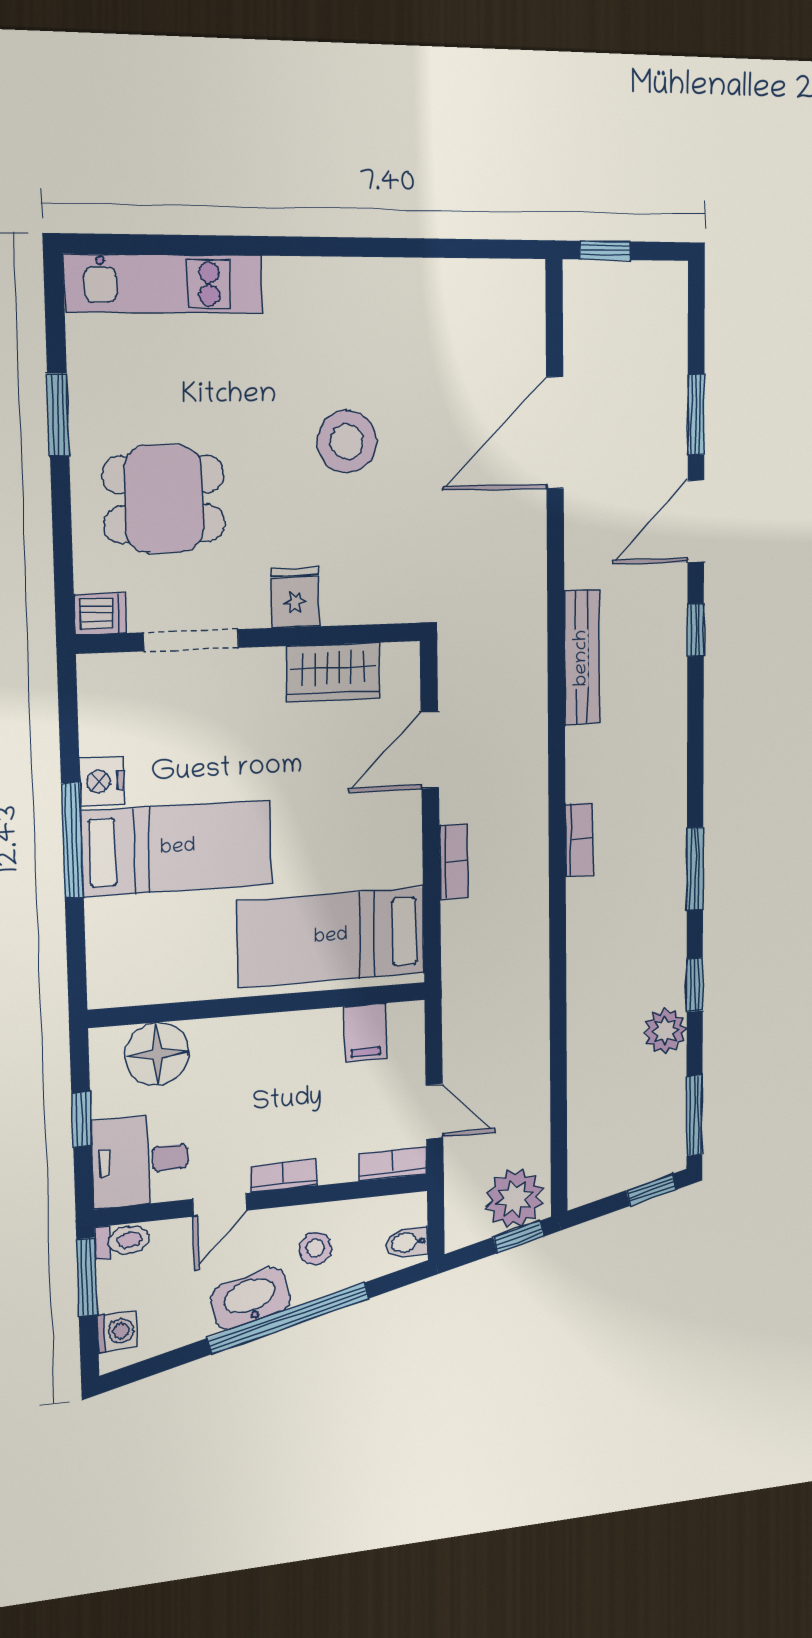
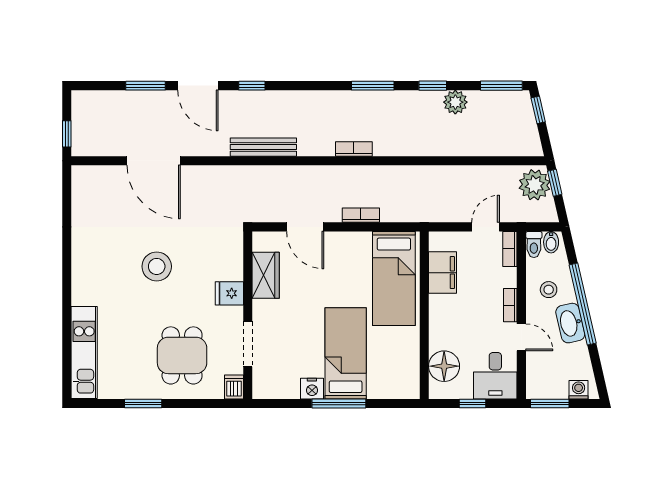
filing cabinet: (365, 1033) -> (443, 273), width x2.00
toilet: (122, 1241) -> (534, 244), moved, turned 180

